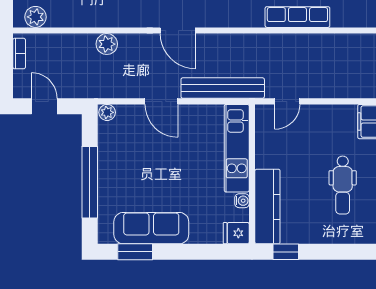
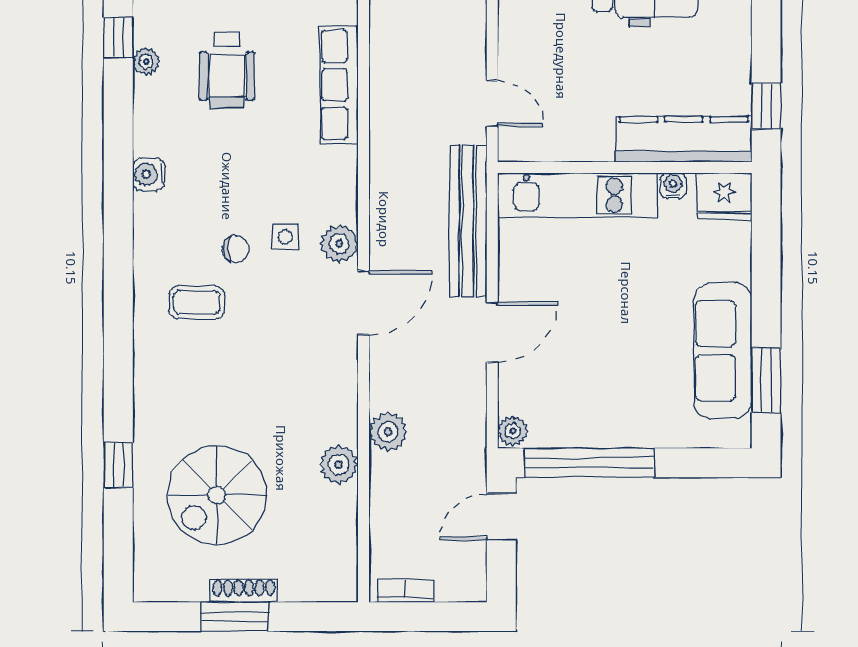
plant: (35, 17) -> (339, 464), moved
plant: (210, 17) -> (339, 243), added
door: (44, 106) -> (501, 517), moved
window: (90, 182) -> (589, 463), moved
fridge: (236, 233) -> (725, 196), width x1.38

